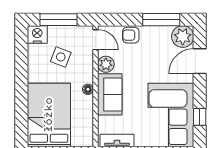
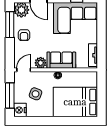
armchair: (131, 35) -> (24, 35), moved

